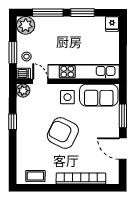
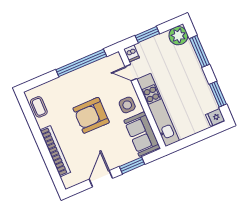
window: (82, 13) -> (218, 94), moved
stool: (26, 57) -> (149, 49), removed
door: (40, 81) -> (131, 73), swing flipped
plant: (23, 91) -> (115, 60), removed
window: (13, 122) -> (81, 63), width x3.17
armchair: (63, 133) -> (91, 115), turned -116

